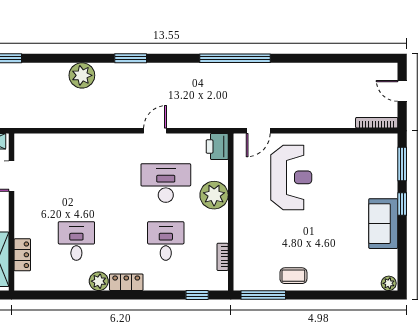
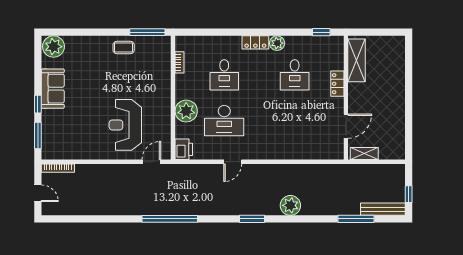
locker: (22, 255) -> (337, 84), moved
plant: (389, 283) -> (54, 47), width x1.87, depth x1.87
window: (197, 295) -> (321, 32), moved

